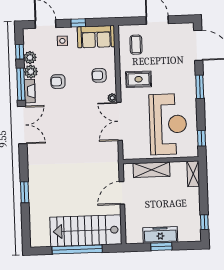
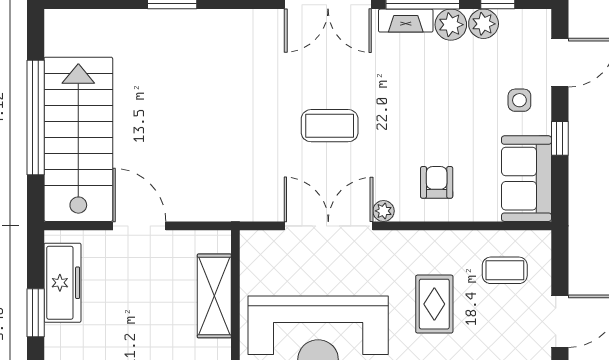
rug: (139, 79) -> (434, 304), moved
armchair: (58, 82) -> (426, 87), removed
coffee table: (76, 122) -> (330, 126), added
door: (122, 193) -> (139, 226), moved
freezer: (160, 235) -> (62, 283), moved

